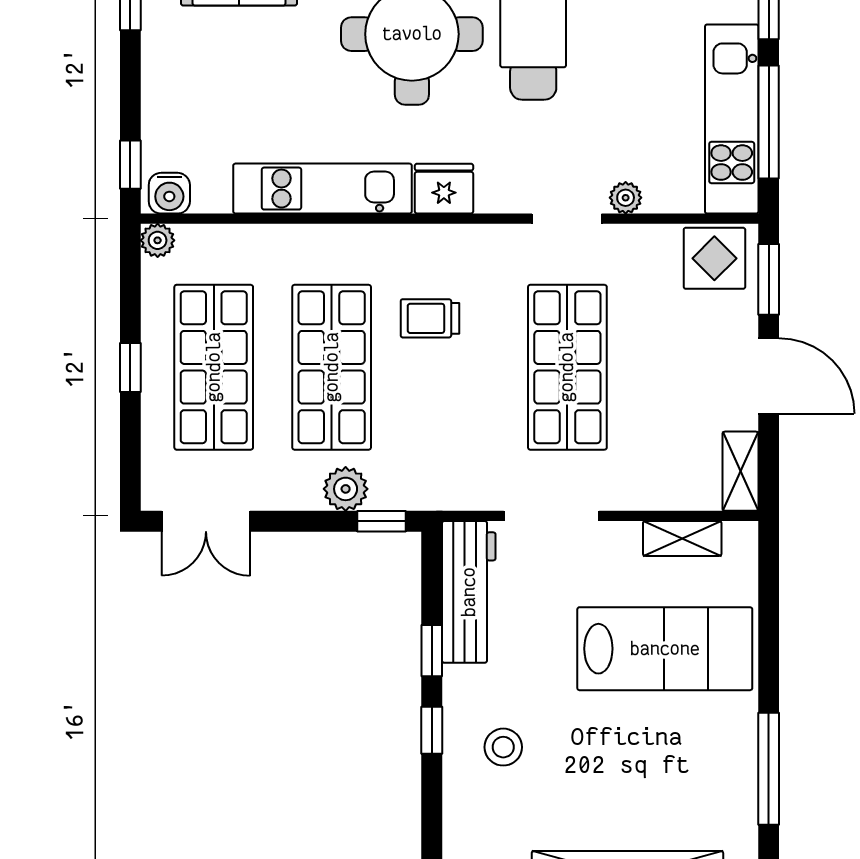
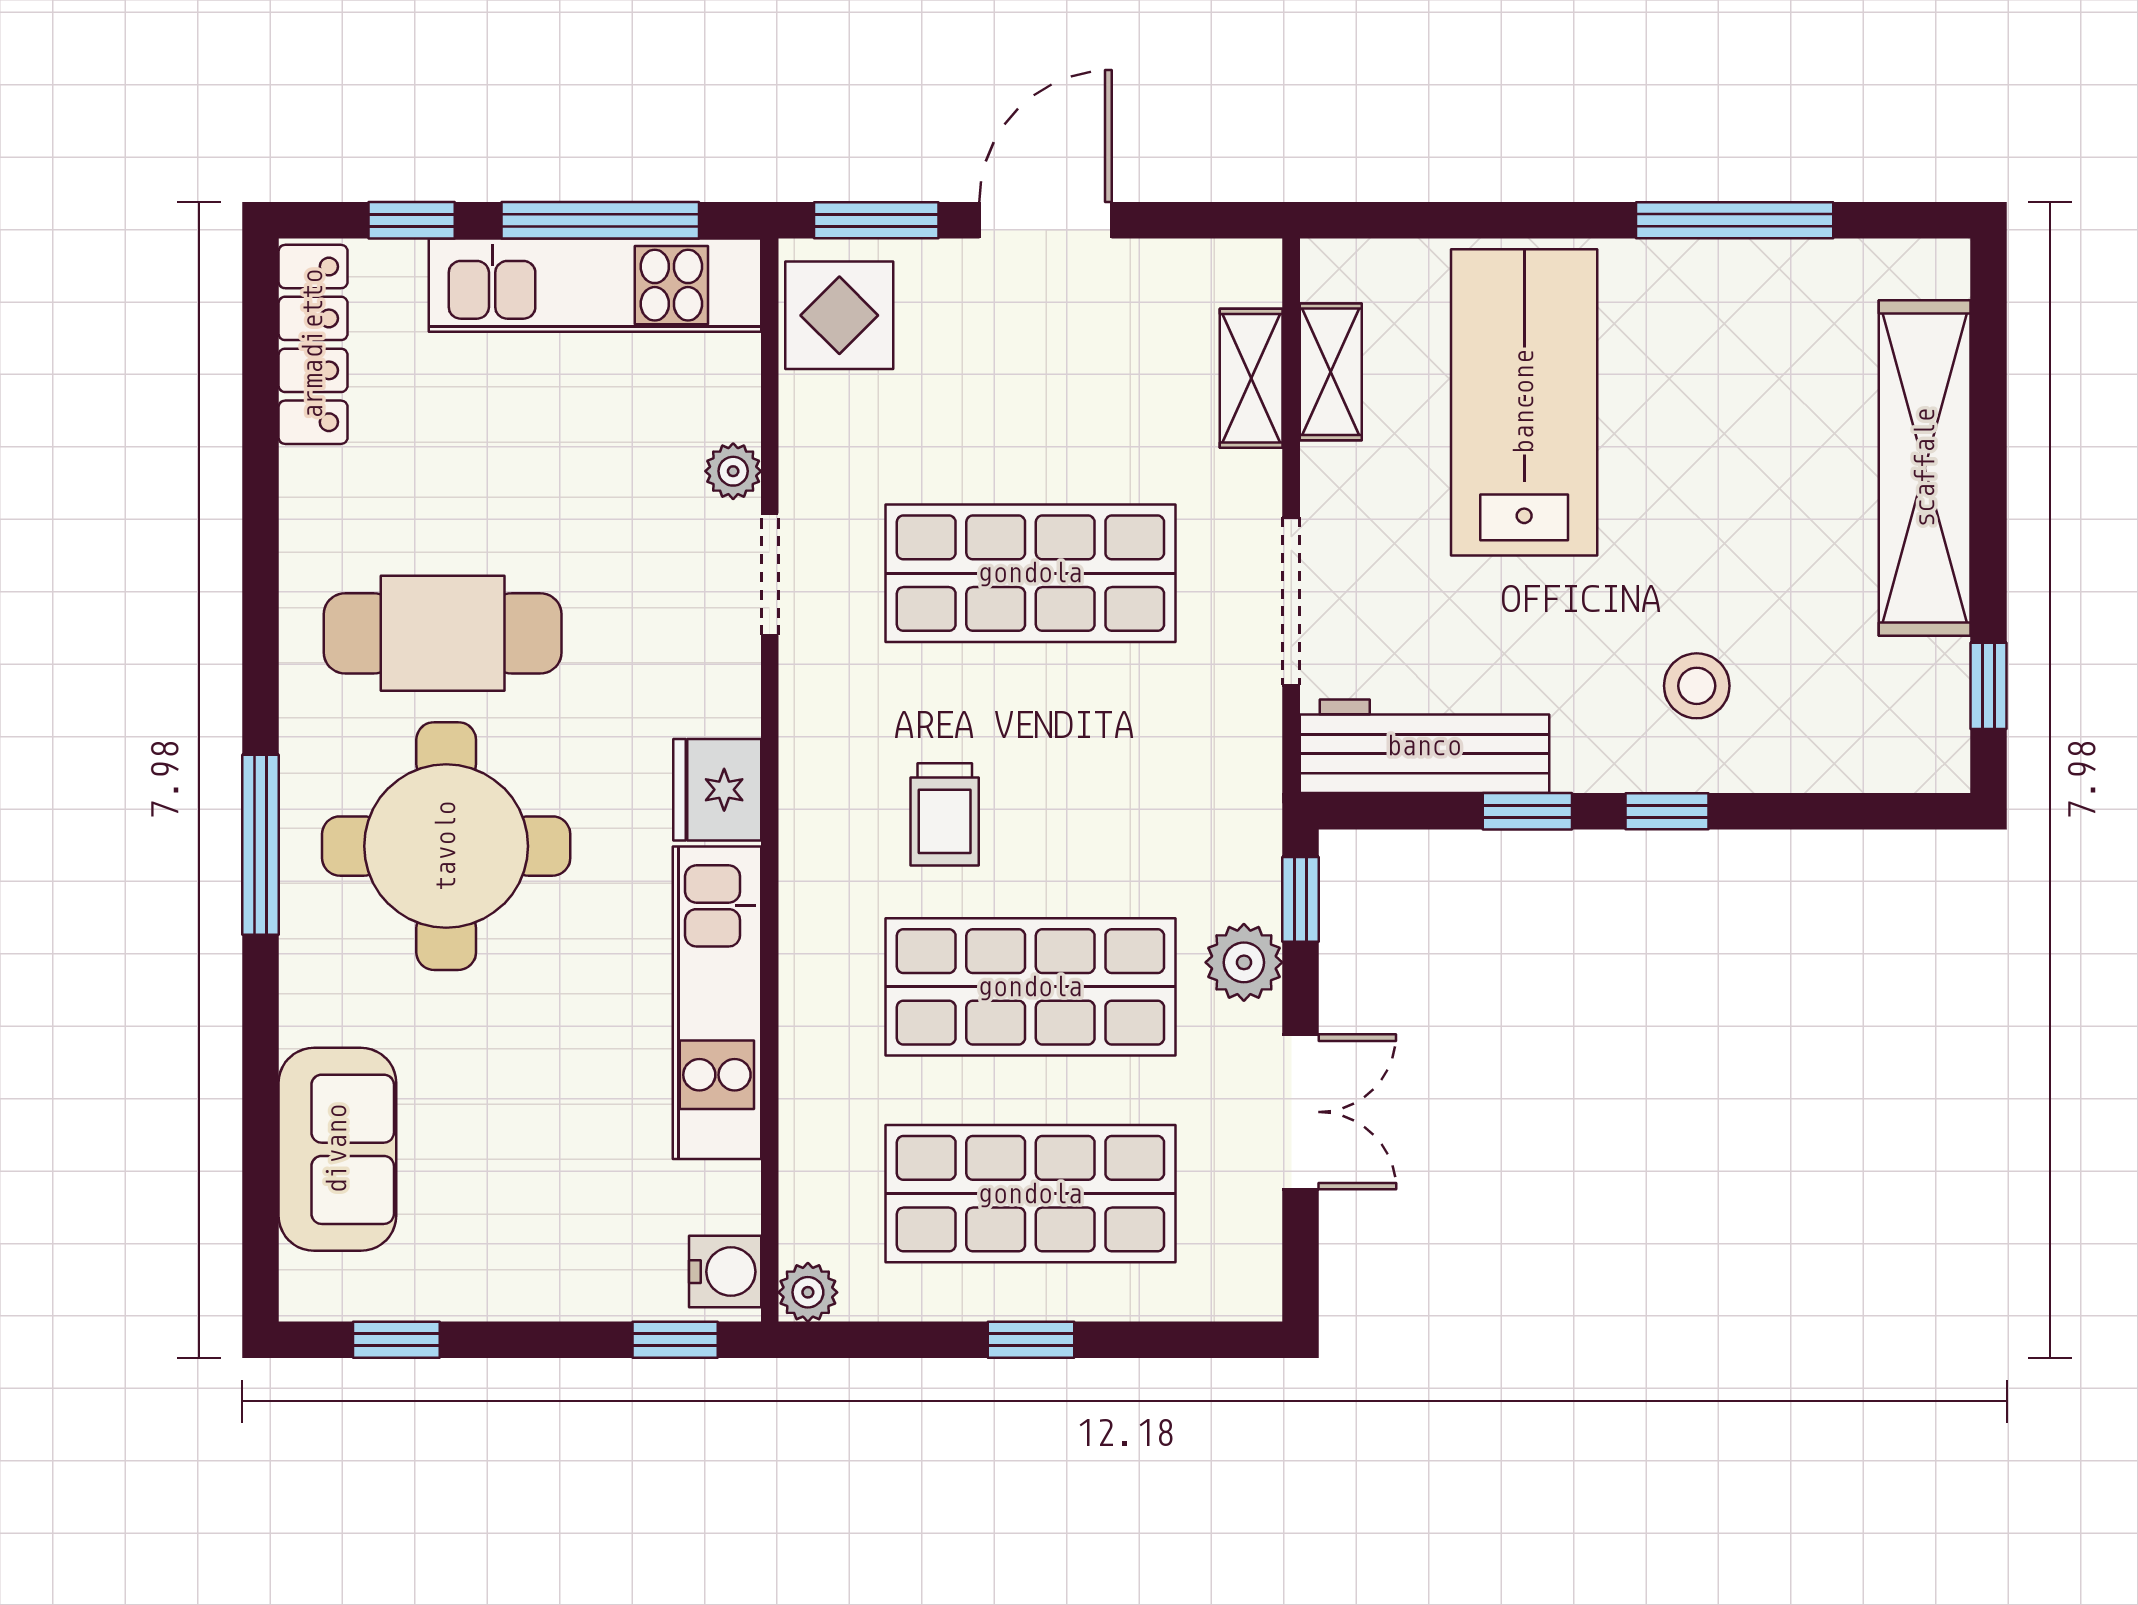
shelving: (740, 471) -> (1251, 378), moved, turned 90
double door: (206, 521) -> (1301, 1112), moved

